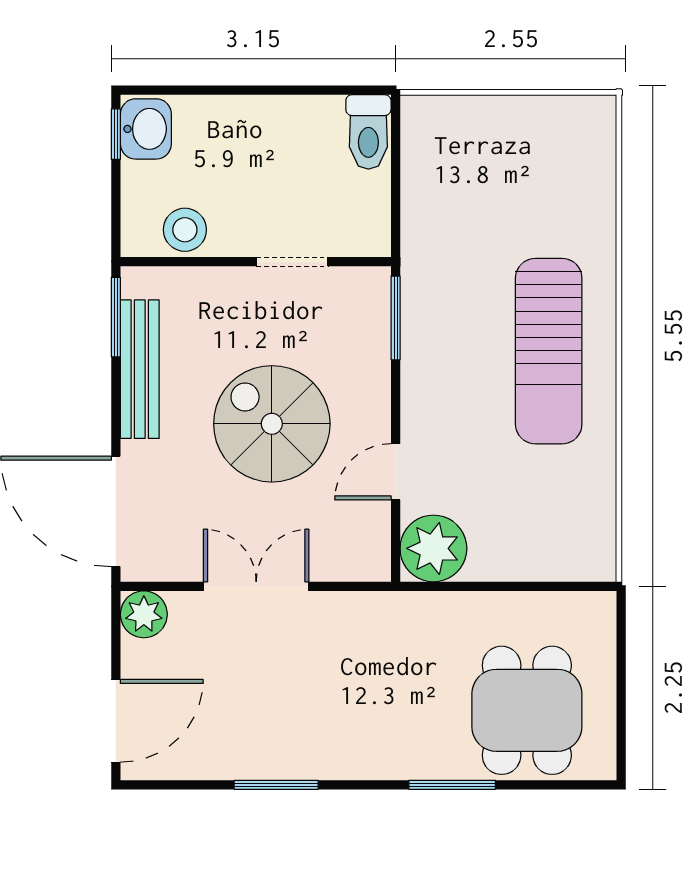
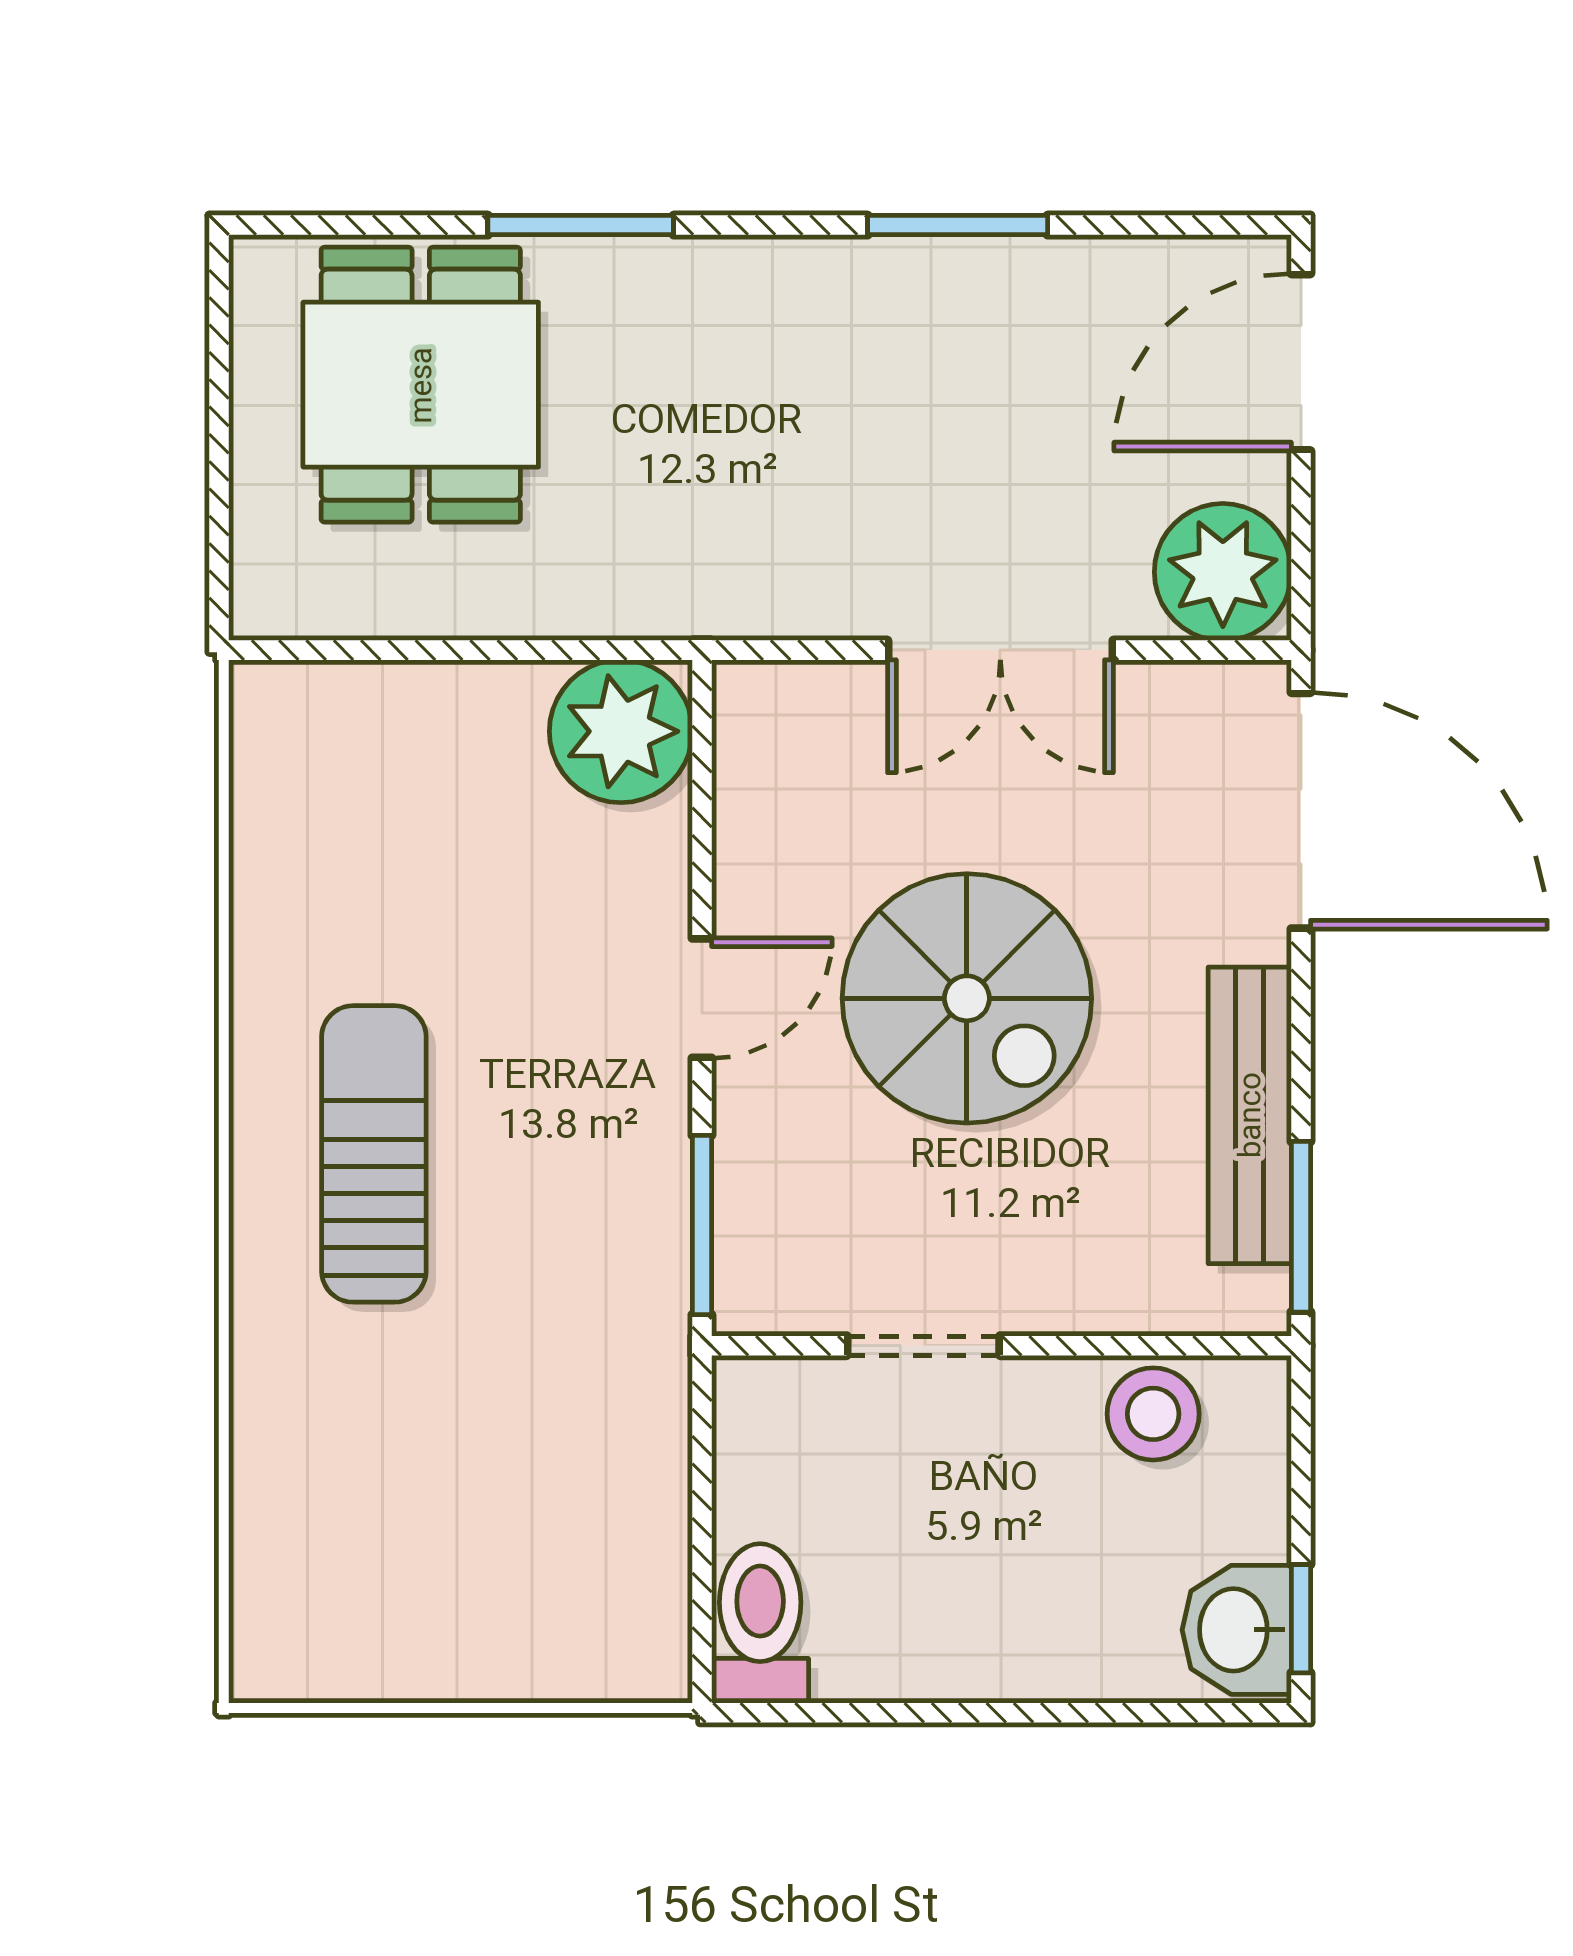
sun lounger: (549, 351) -> (374, 1154), width x0.73, depth x0.75
door: (396, 472) -> (702, 998), moved
plant: (144, 614) -> (1223, 572), width x1.36, depth x1.36

